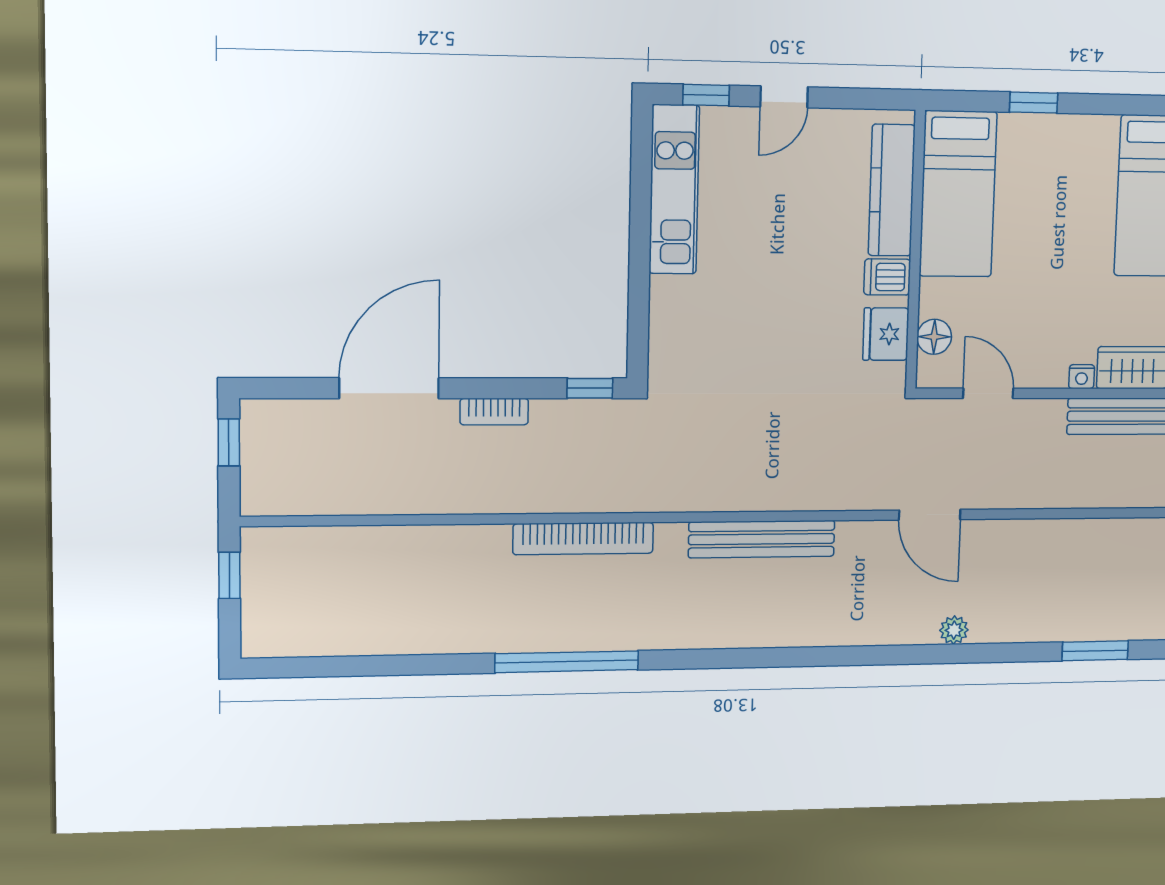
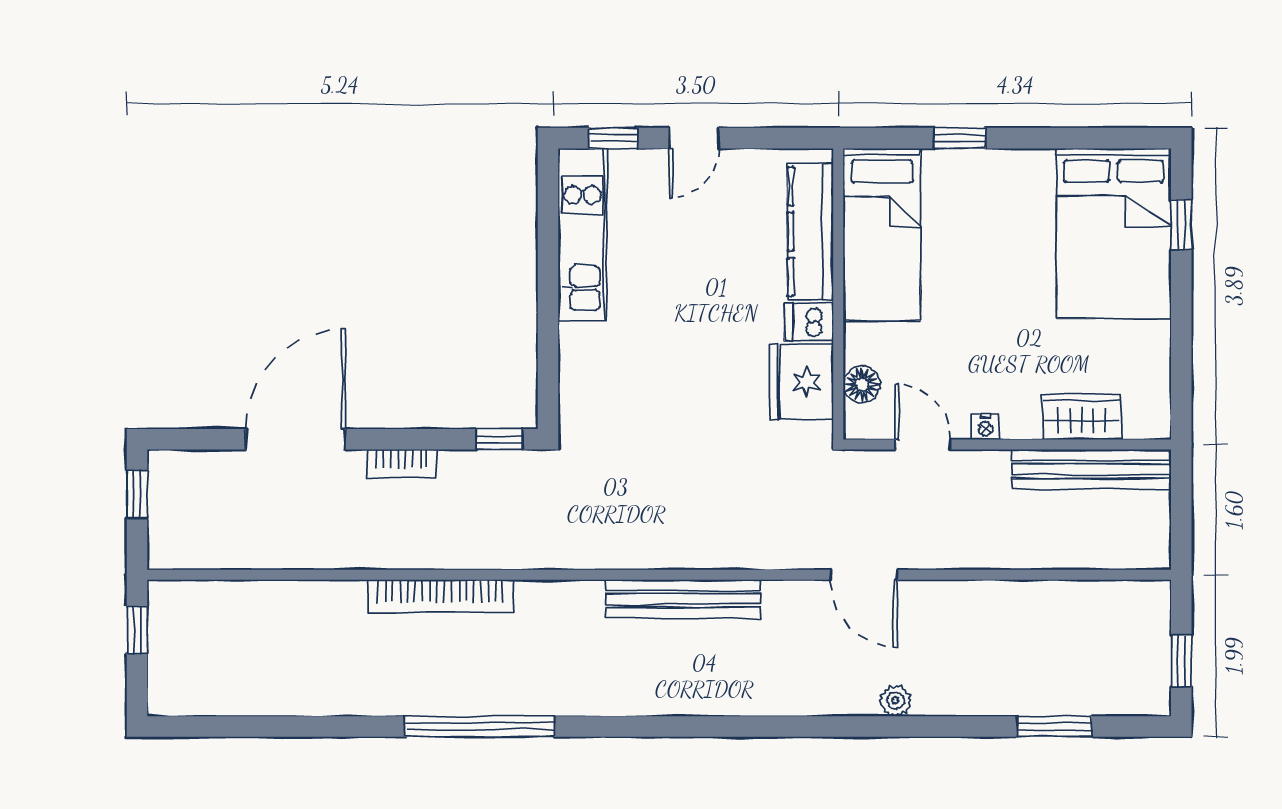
fridge: (886, 334) -> (801, 382), width x1.36, depth x1.34
nightstand: (1082, 377) -> (985, 427), moved
bookcase: (583, 538) -> (441, 596), moved

